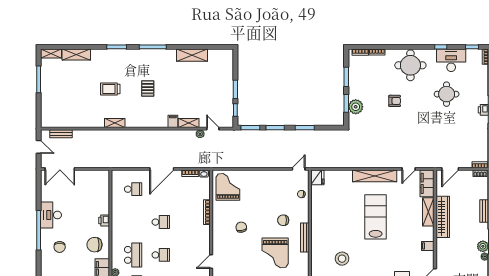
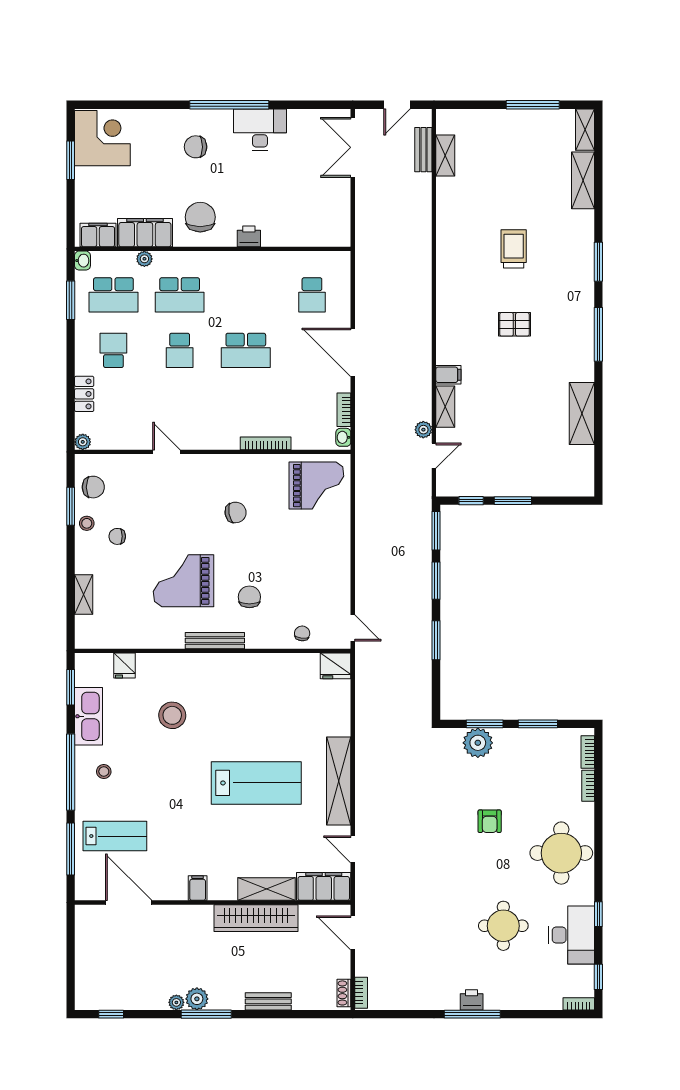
shelving: (115, 123) -> (445, 155), moved
school desk: (161, 222) -> (246, 350), width x1.85

